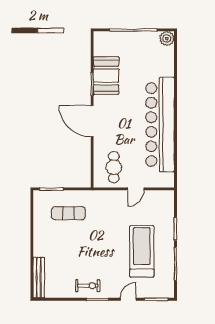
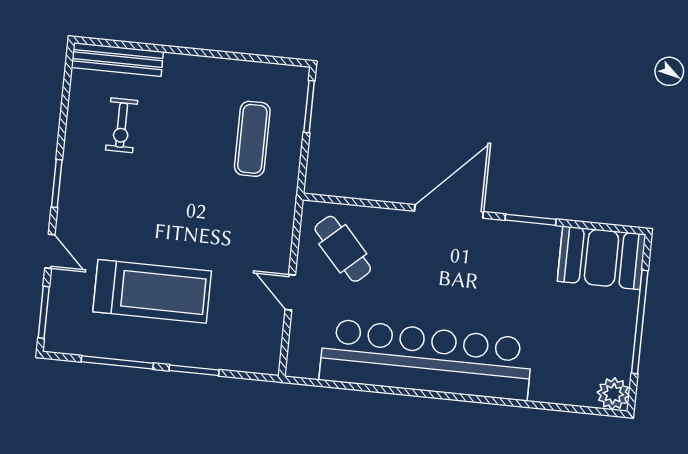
booth: (106, 75) -> (602, 258), moved
cafe table: (114, 167) -> (343, 249), turned 48
exercise bike: (88, 286) -> (122, 125), moved

